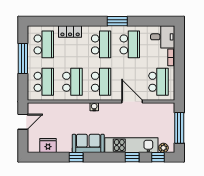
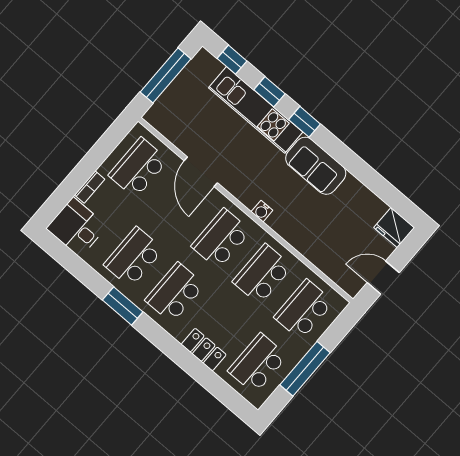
fridge: (48, 145) -> (394, 228), moved
plant: (163, 148) -> (213, 66), removed
window: (76, 157) -> (305, 122), moved

